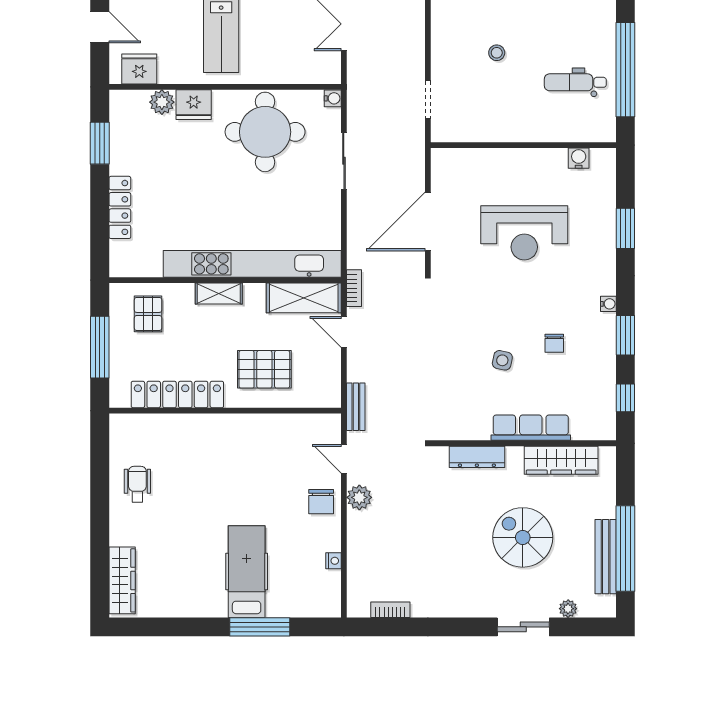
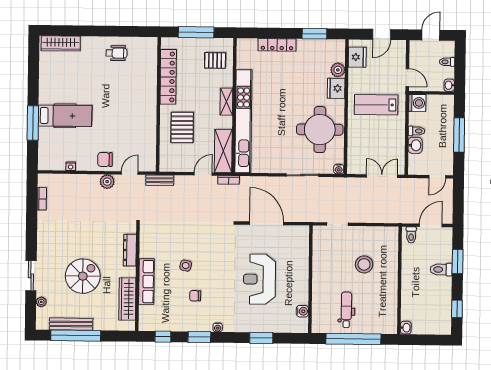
stool: (497, 53) -> (364, 264), width x1.89, depth x1.89

